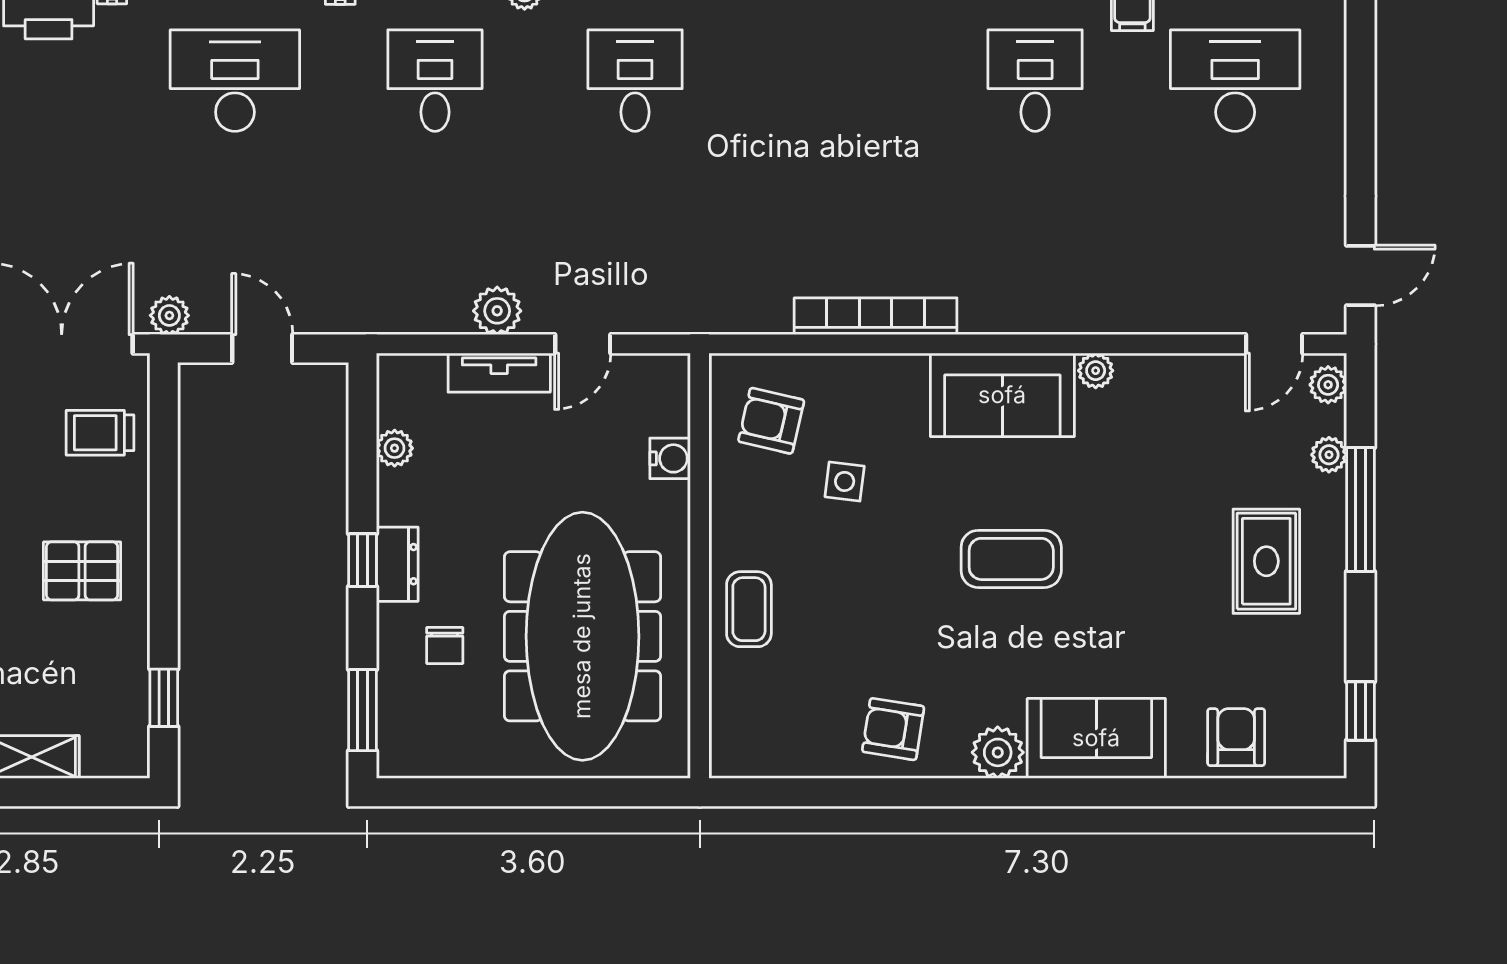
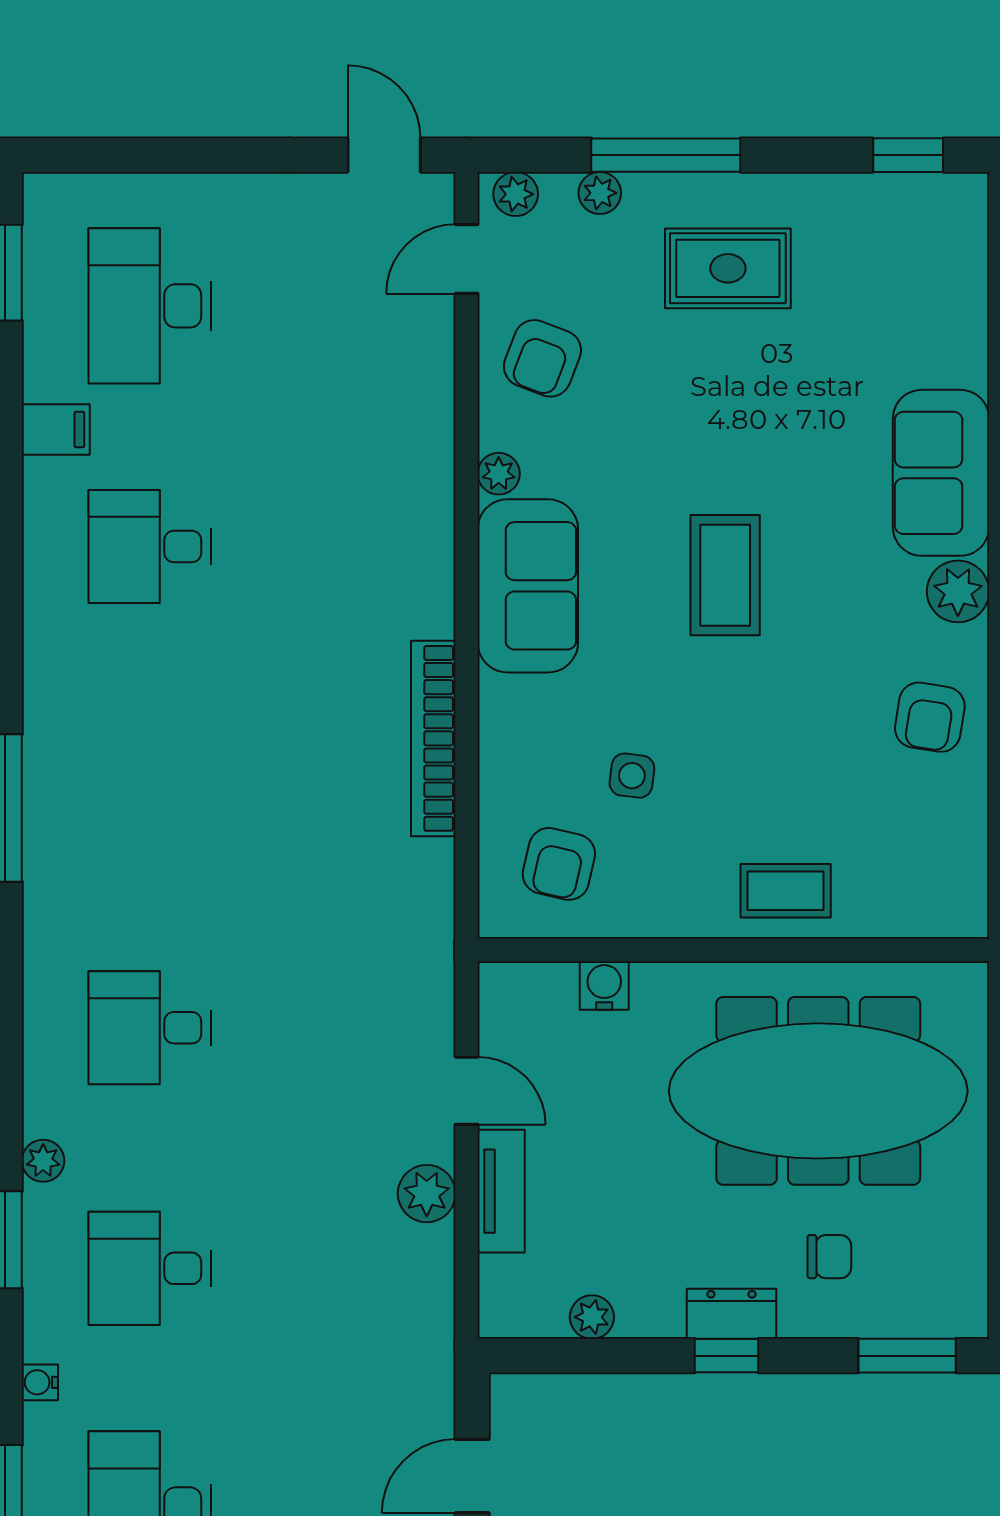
door: (1274, 344) -> (467, 259), swing flipped
armchair: (1236, 737) -> (542, 358), moved, turned -69

